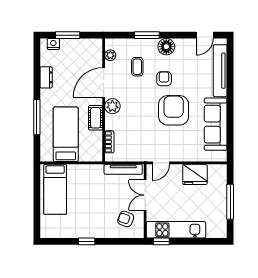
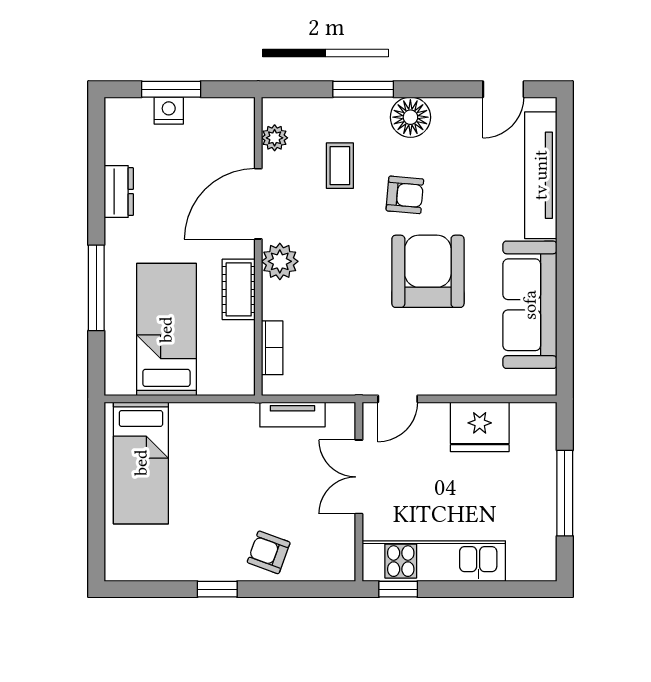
nightstand: (53, 44) -> (169, 111), moved
armchair: (164, 79) -> (405, 195), turned 95
tv unit: (123, 169) -> (292, 414), width x0.71
armchair: (126, 219) -> (269, 552), moved

